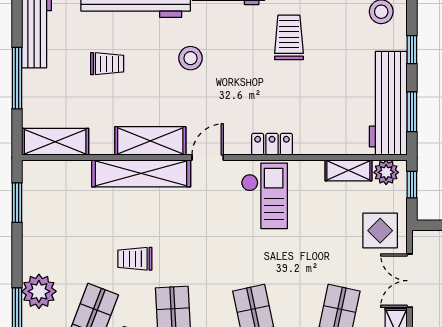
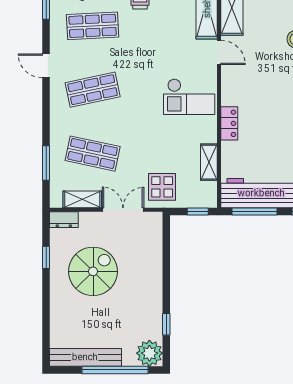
window: (412, 112) -> (255, 212), width x1.44
locker: (272, 144) -> (229, 123), moved
plant: (386, 172) -> (207, 191), removed

